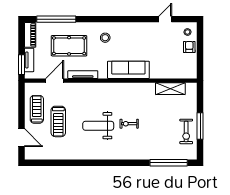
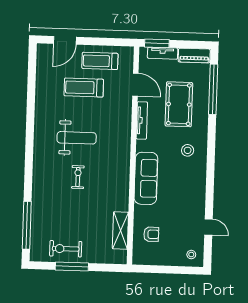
armchair: (189, 47) -> (151, 234), moved
treadmill: (37, 109) -> (100, 61), turned 180
weight bench: (98, 126) -> (77, 138), turned 90

